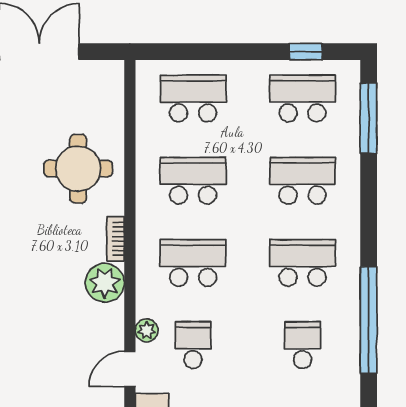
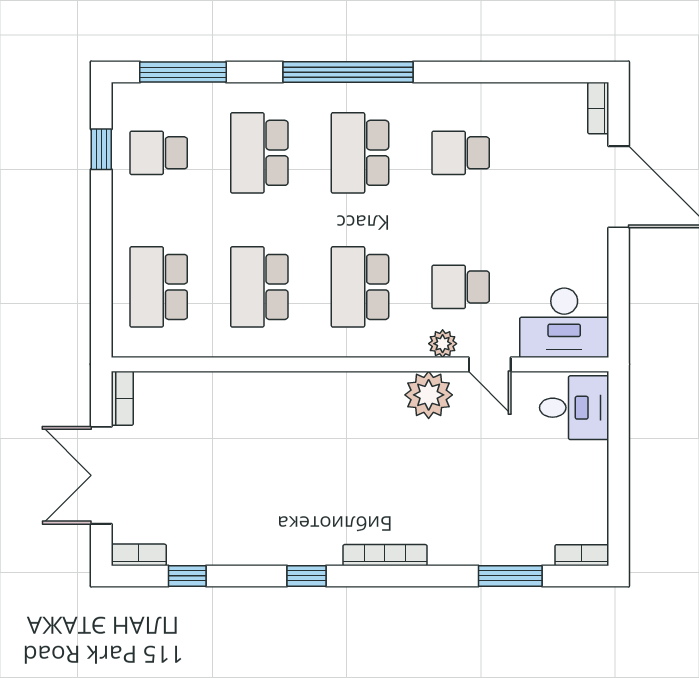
school desk: (303, 98) -> (159, 153), width x0.54
round table: (78, 169) -> (245, 427), removed
bookcase: (115, 239) -> (122, 398), moved, turned -90
plant: (105, 283) -> (429, 395), moved
window: (369, 320) -> (348, 72), moved

